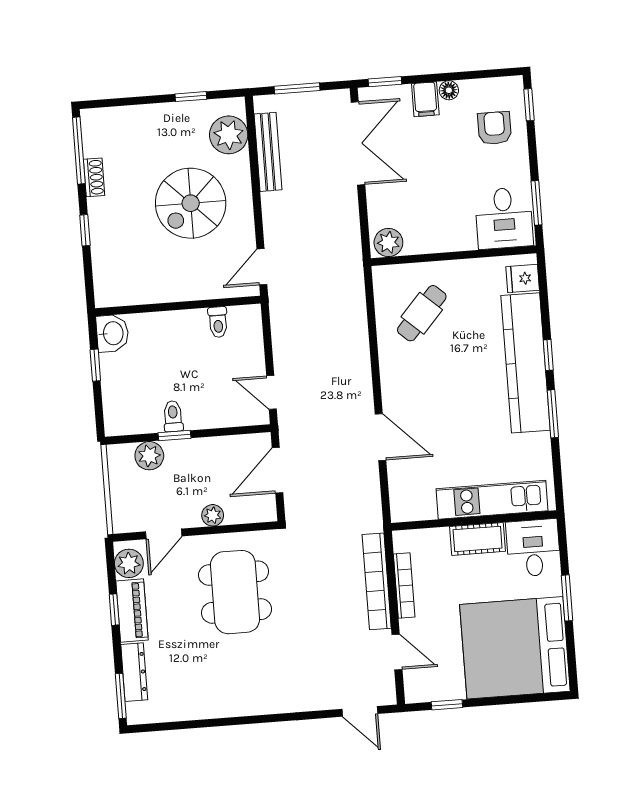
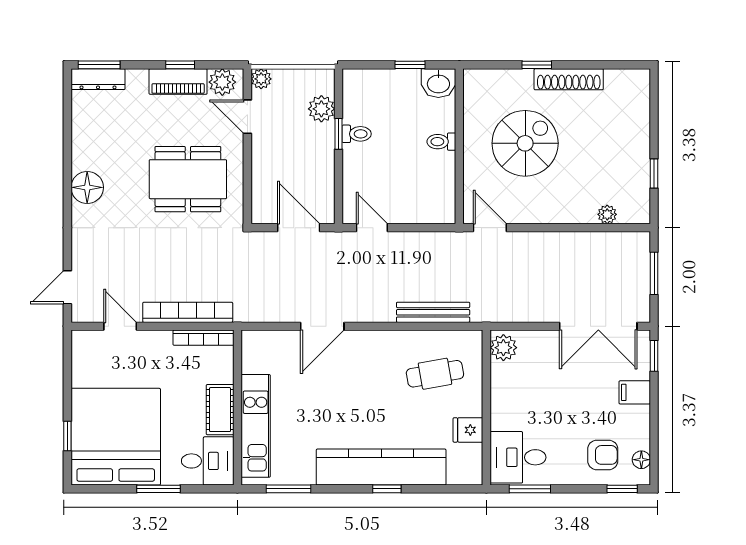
floor lamp: (449, 90) -> (641, 460), moved
plant: (229, 135) -> (607, 214), width x0.53, depth x0.53
window: (79, 151) -> (612, 65), removed
bench: (268, 152) -> (433, 312), moved
shoe rack: (94, 177) -> (569, 79), width x1.94, depth x1.24
spiral stairs: (191, 203) -> (525, 143), moved, turned 90
fridge: (523, 278) -> (468, 430), moved, turned -90
cafe table: (422, 313) -> (435, 374), turned -52
toilet: (218, 322) -> (441, 142), moved
door: (272, 392) -> (372, 228), hinge flipped
window: (553, 414) -> (289, 489), moved
plant: (213, 515) -> (261, 79), moved
bookcase: (404, 586) -> (203, 338), moved
door: (397, 652) -> (120, 326), swing flipped
dresser: (134, 672) -> (98, 79), moved
floor lamp: (252, 698) -> (87, 187), added
window: (447, 705) -> (67, 436), moved

